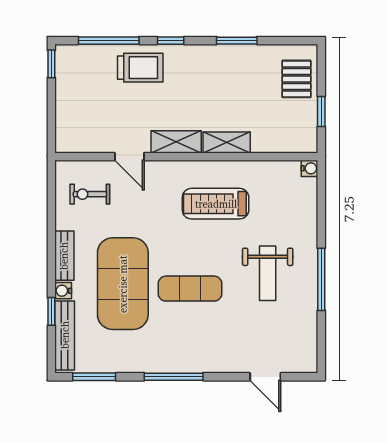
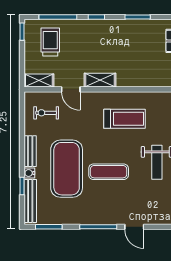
trolley: (140, 68) -> (50, 42), moved, turned -90
shelving: (227, 142) -> (39, 81), moved
treadmill: (216, 204) -> (124, 119), turned 180
door: (265, 377) -> (134, 227), moved

